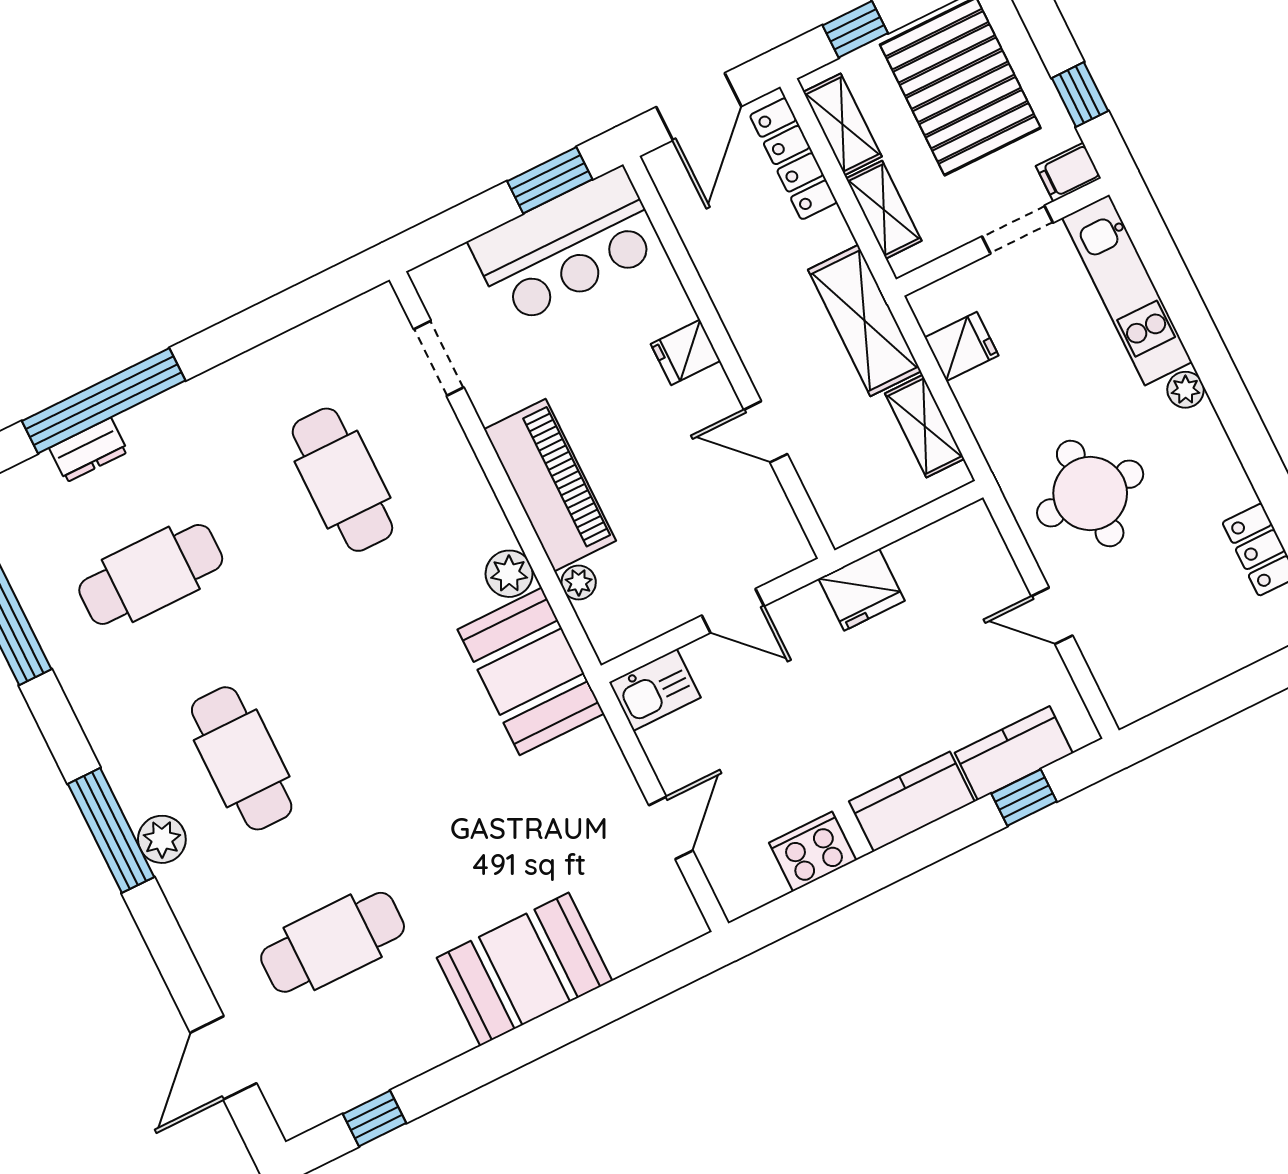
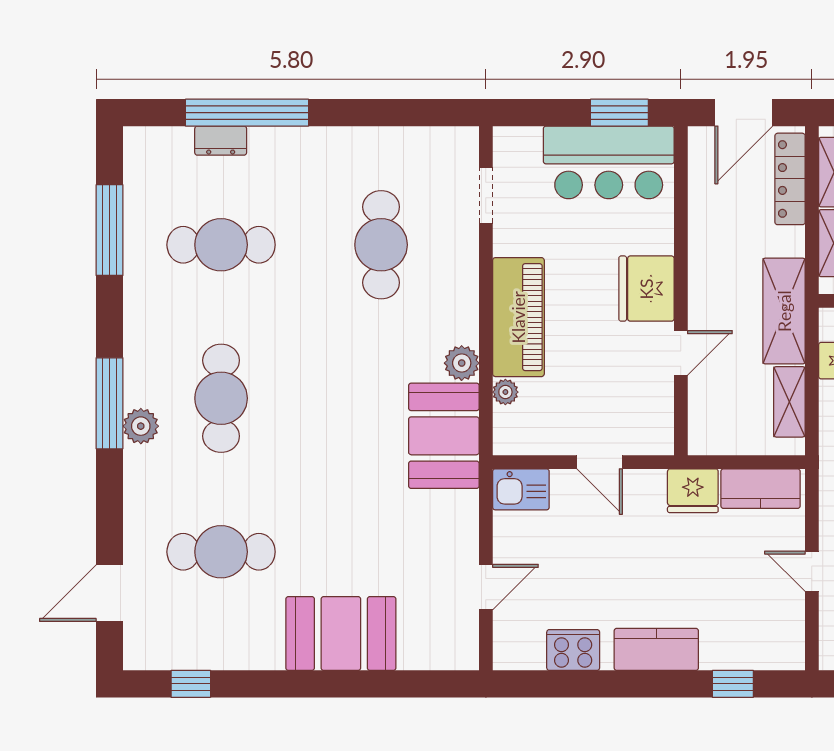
fridge: (686, 352) -> (646, 289), width x1.88, depth x1.34
door: (766, 432) -> (681, 353), swing flipped
kitchen counter: (1014, 753) -> (761, 489), moved, turned 180

